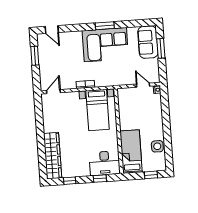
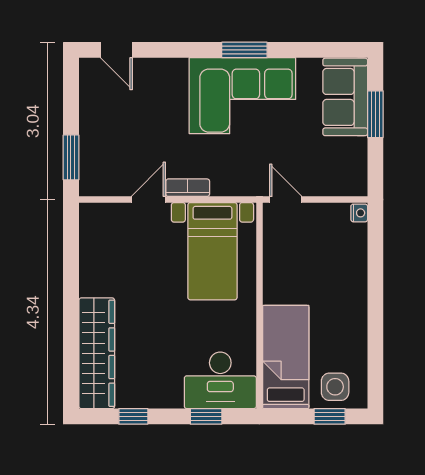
window: (35, 56) -> (71, 157), moved
door: (143, 85) -> (286, 199), moved
door: (53, 92) -> (148, 199), moved
side table: (157, 146) -> (335, 387), moved

